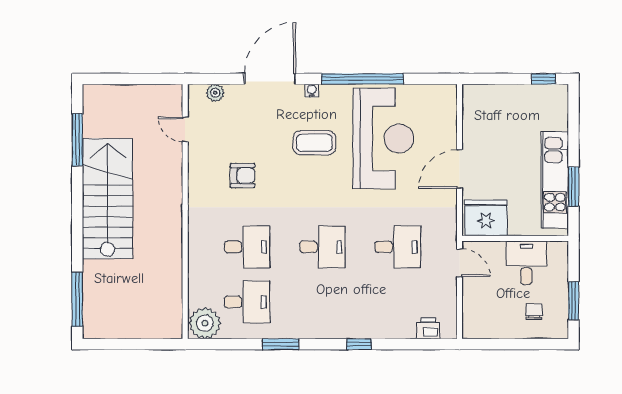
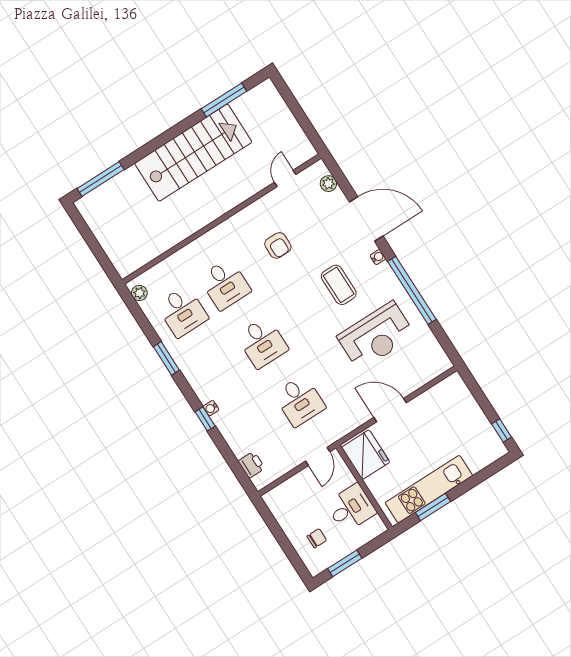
reception desk: (383, 138) -> (376, 336), width x0.74, depth x0.77
plant: (205, 323) -> (139, 293), width x0.53, depth x0.53
water cooler: (353, 332) -> (211, 408), added

